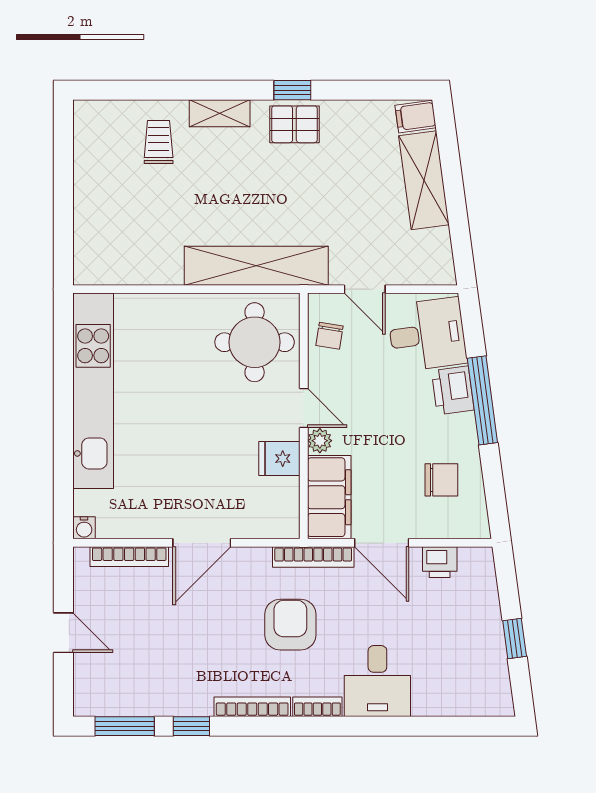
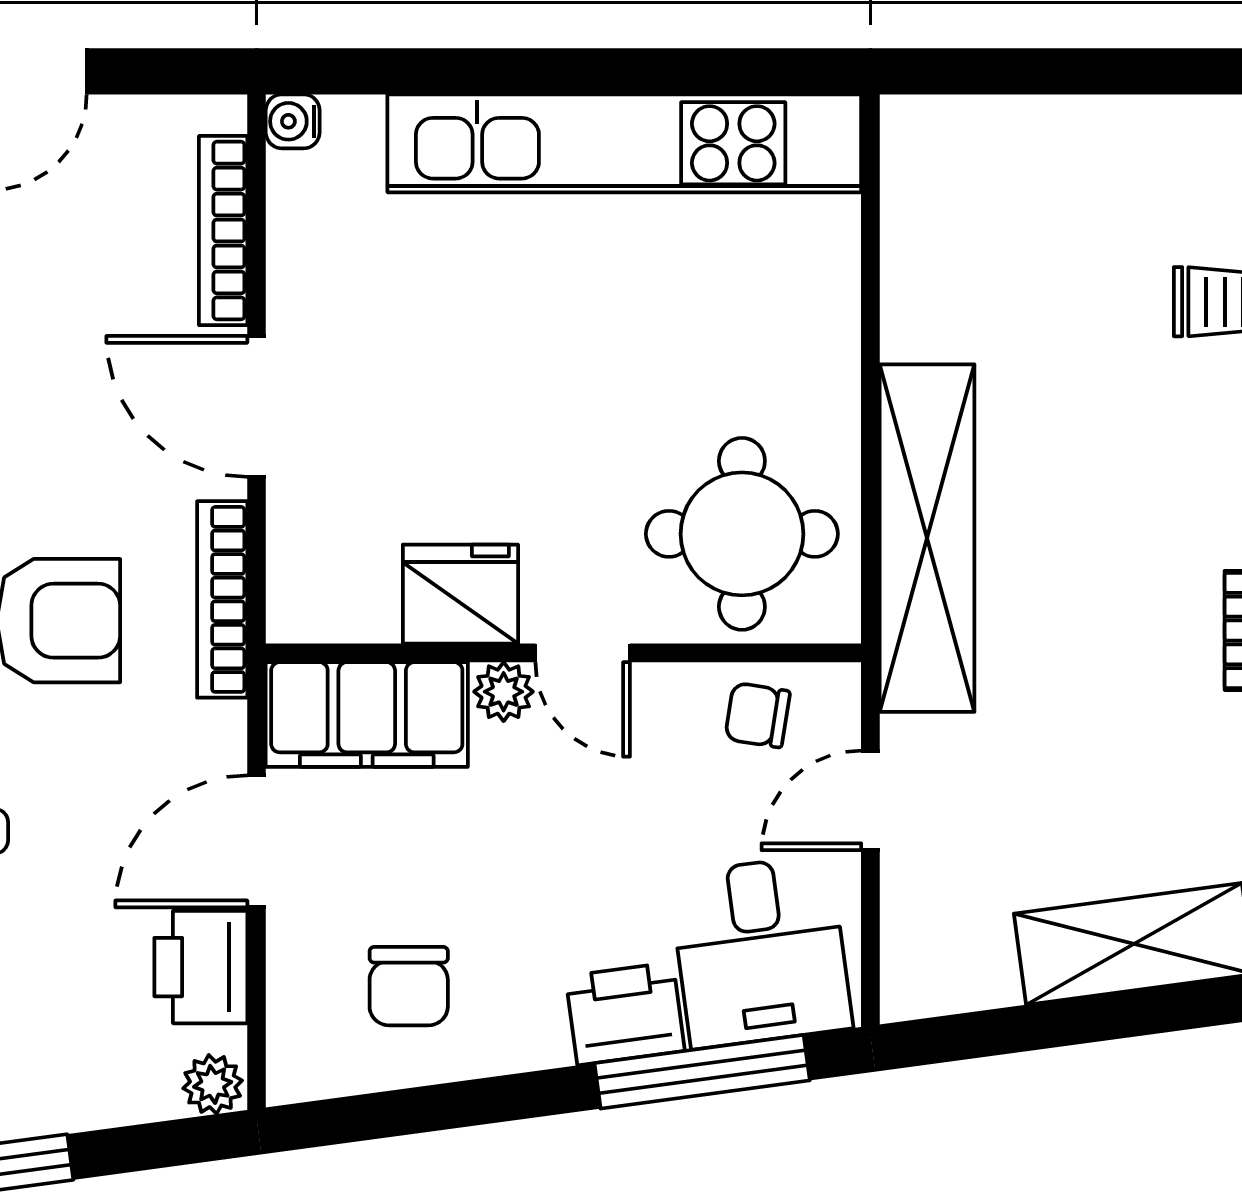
window: (482, 400) -> (702, 1072), moved
door: (304, 408) -> (583, 653), hinge flipped
fridge: (279, 459) -> (460, 594), width x1.38
bookcase: (313, 557) -> (222, 599), moved
plant: (482, 561) -> (213, 1084), added
printer: (440, 562) -> (201, 967), width x1.36, depth x1.24

